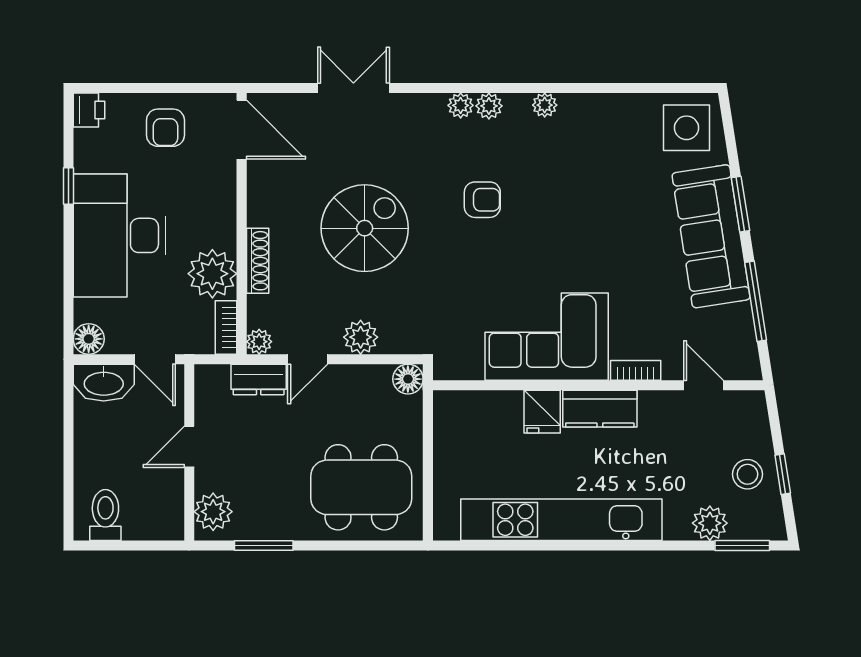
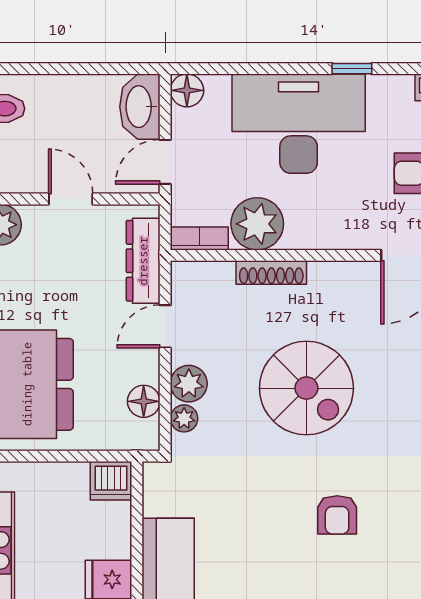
plant: (259, 342) -> (184, 418), moved
door: (308, 359) -> (165, 326), hinge flipped
floor lamp: (408, 379) -> (144, 401), moved
dresser: (259, 380) -> (143, 261), width x1.44
dishwasher: (451, 409) -> (111, 481), added

